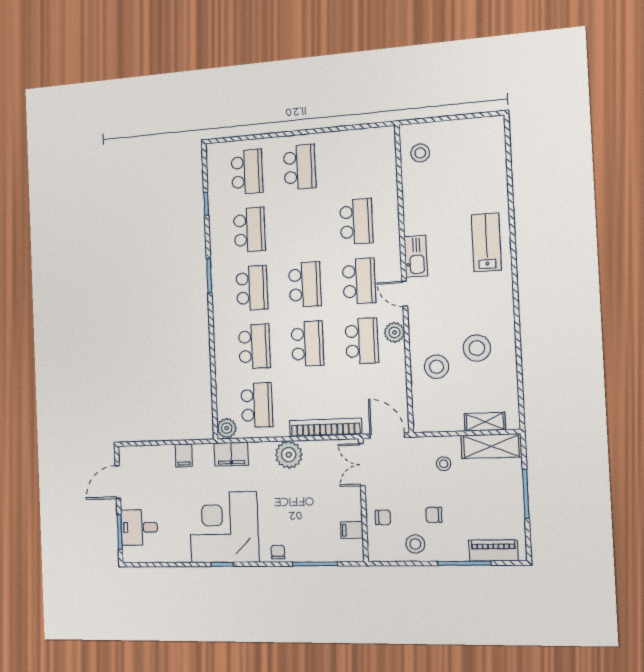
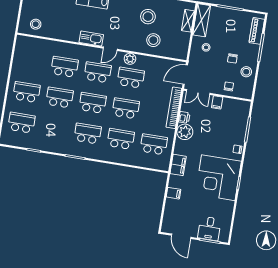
school desk: (249, 230) -> (60, 97), moved
plant: (227, 428) -> (163, 165), removed
printer: (313, 449) -> (184, 117), added
filing cabinet: (352, 530) -> (217, 102), moved

